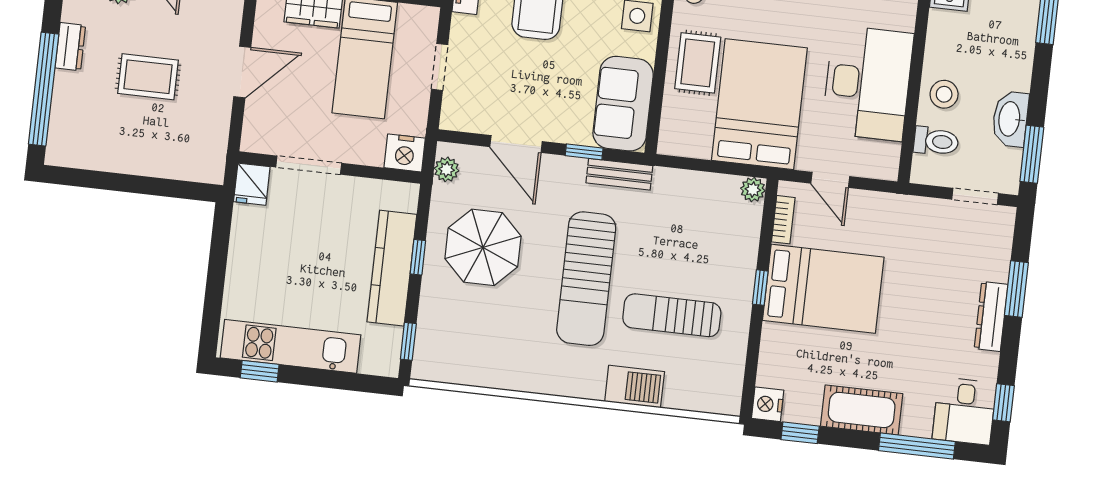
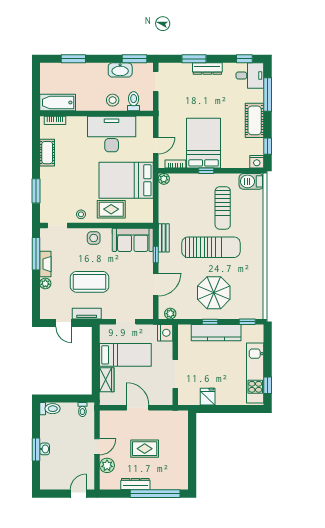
dresser: (70, 47) -> (135, 484), width x1.44
rug: (148, 77) -> (145, 449), turned 90
fridge: (252, 184) -> (208, 397), moved, turned -90
parasol: (483, 247) -> (214, 293), moved
barbecue: (635, 387) -> (251, 181), moved, turned -90

